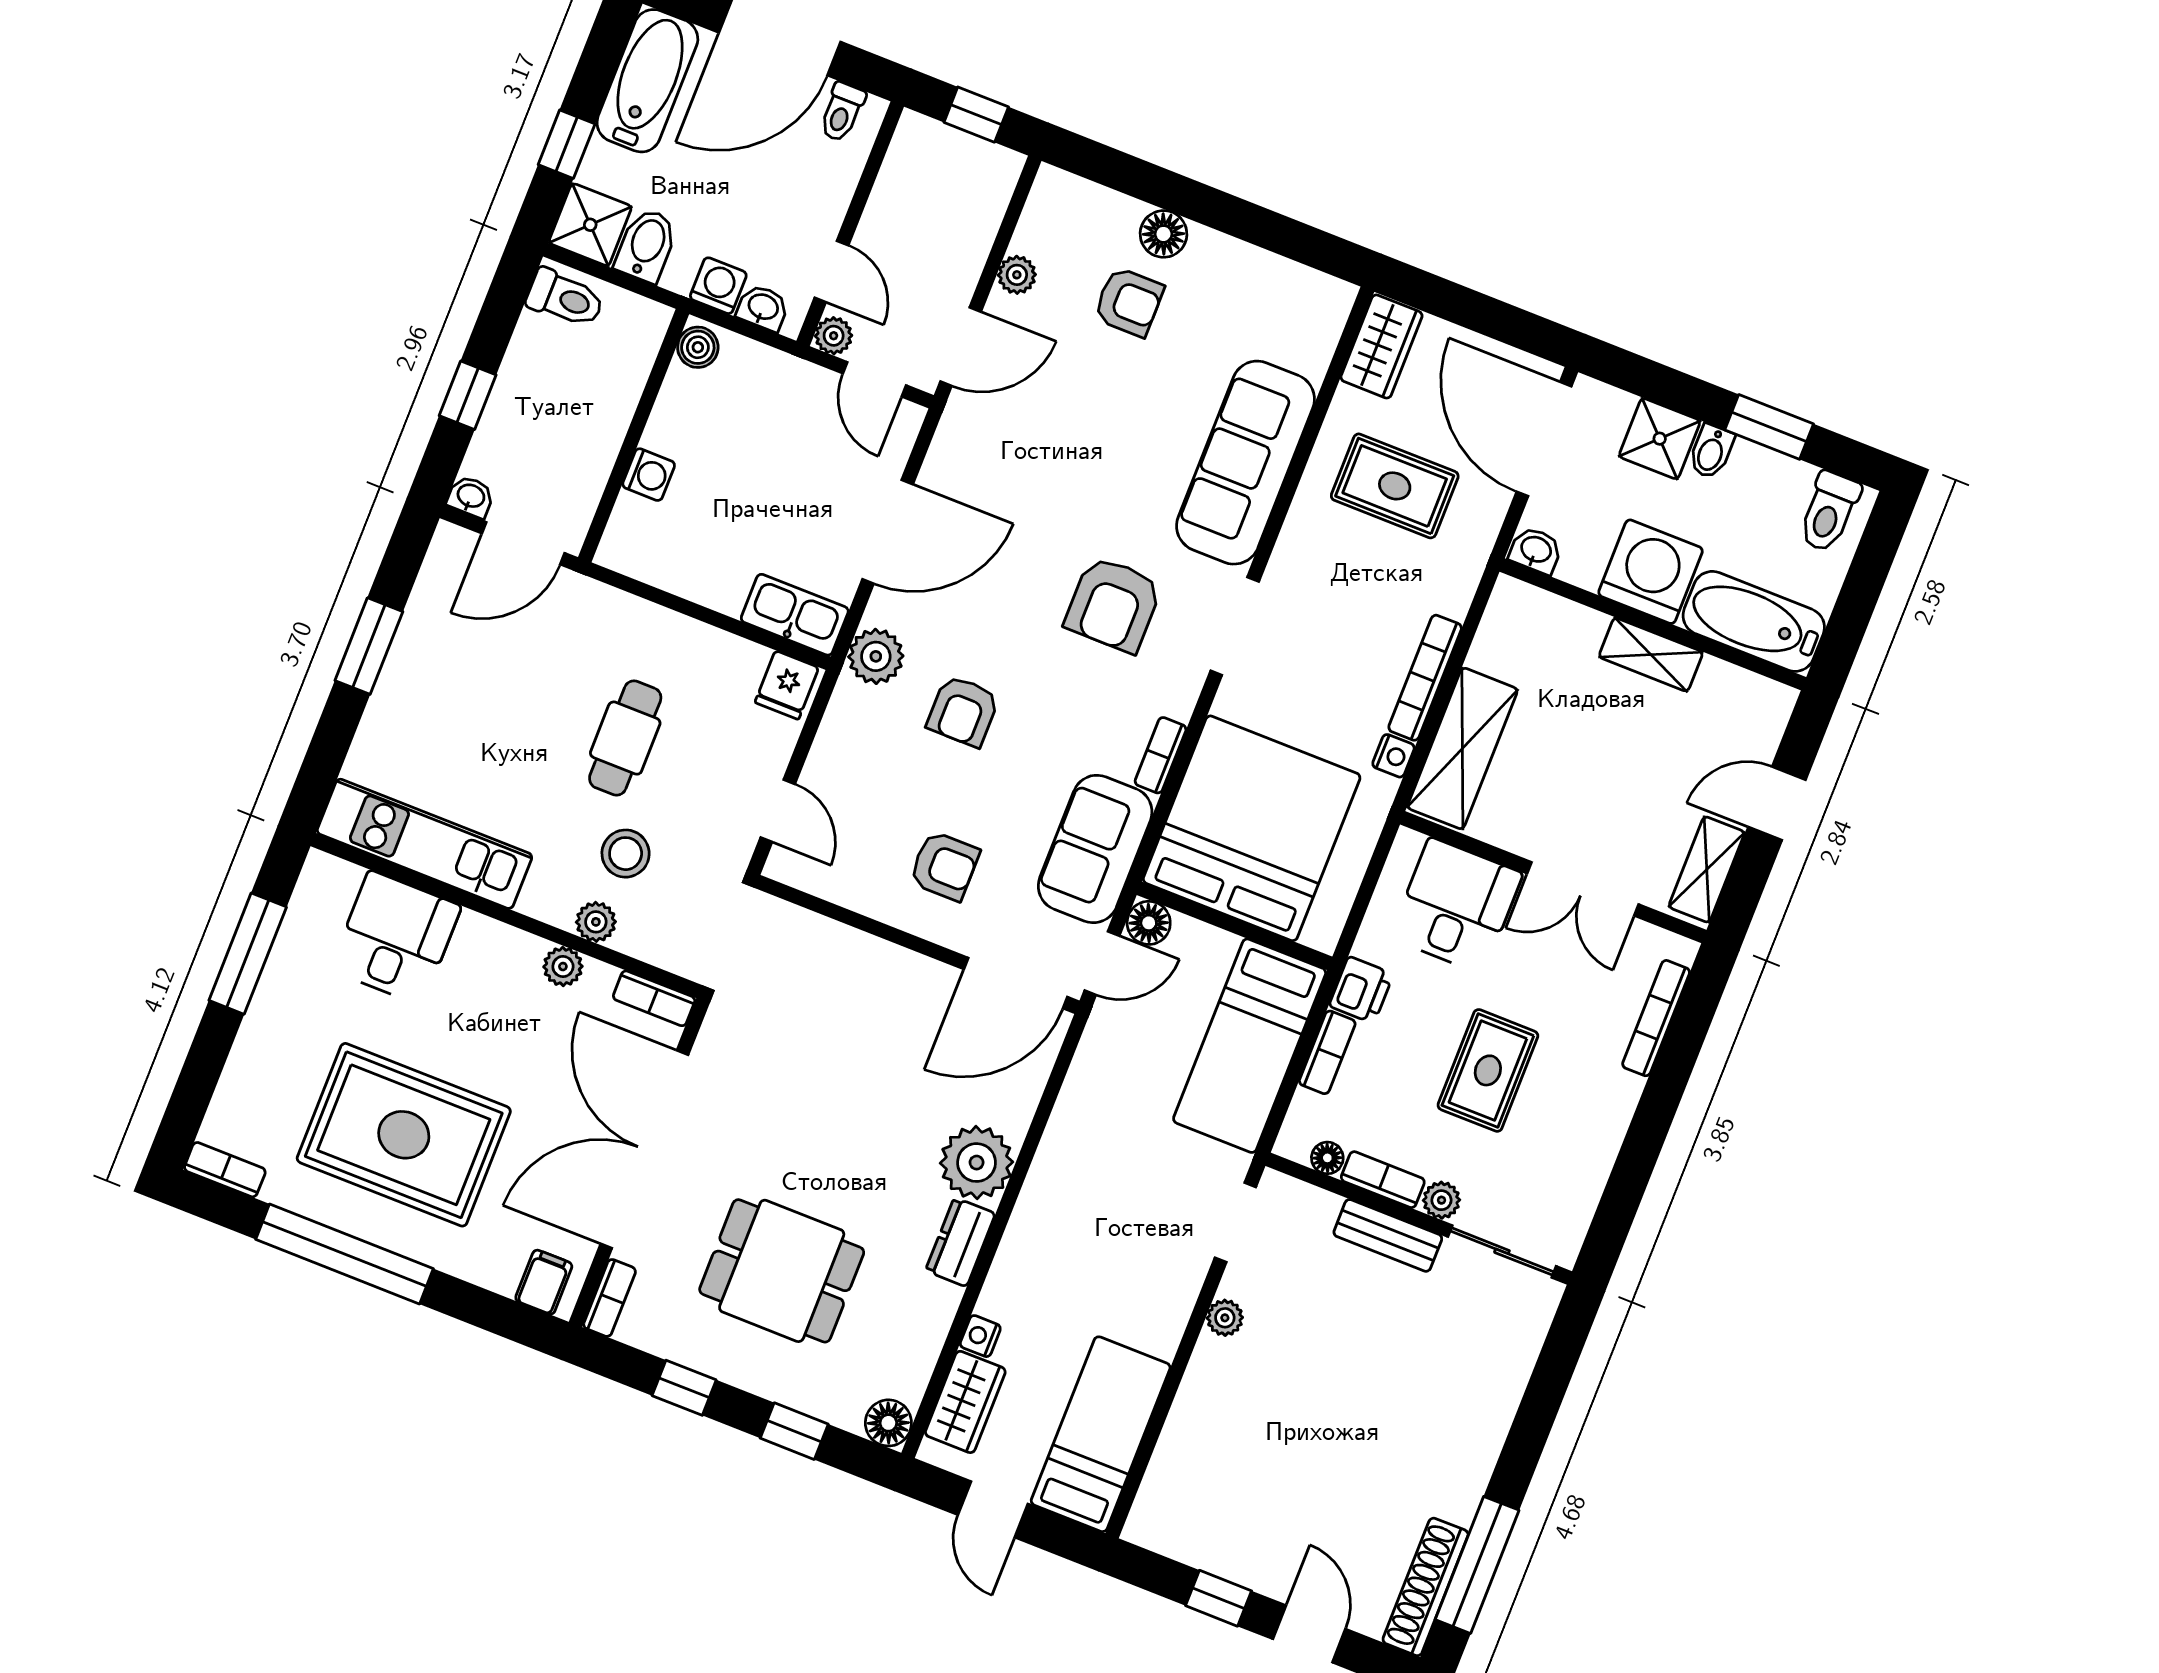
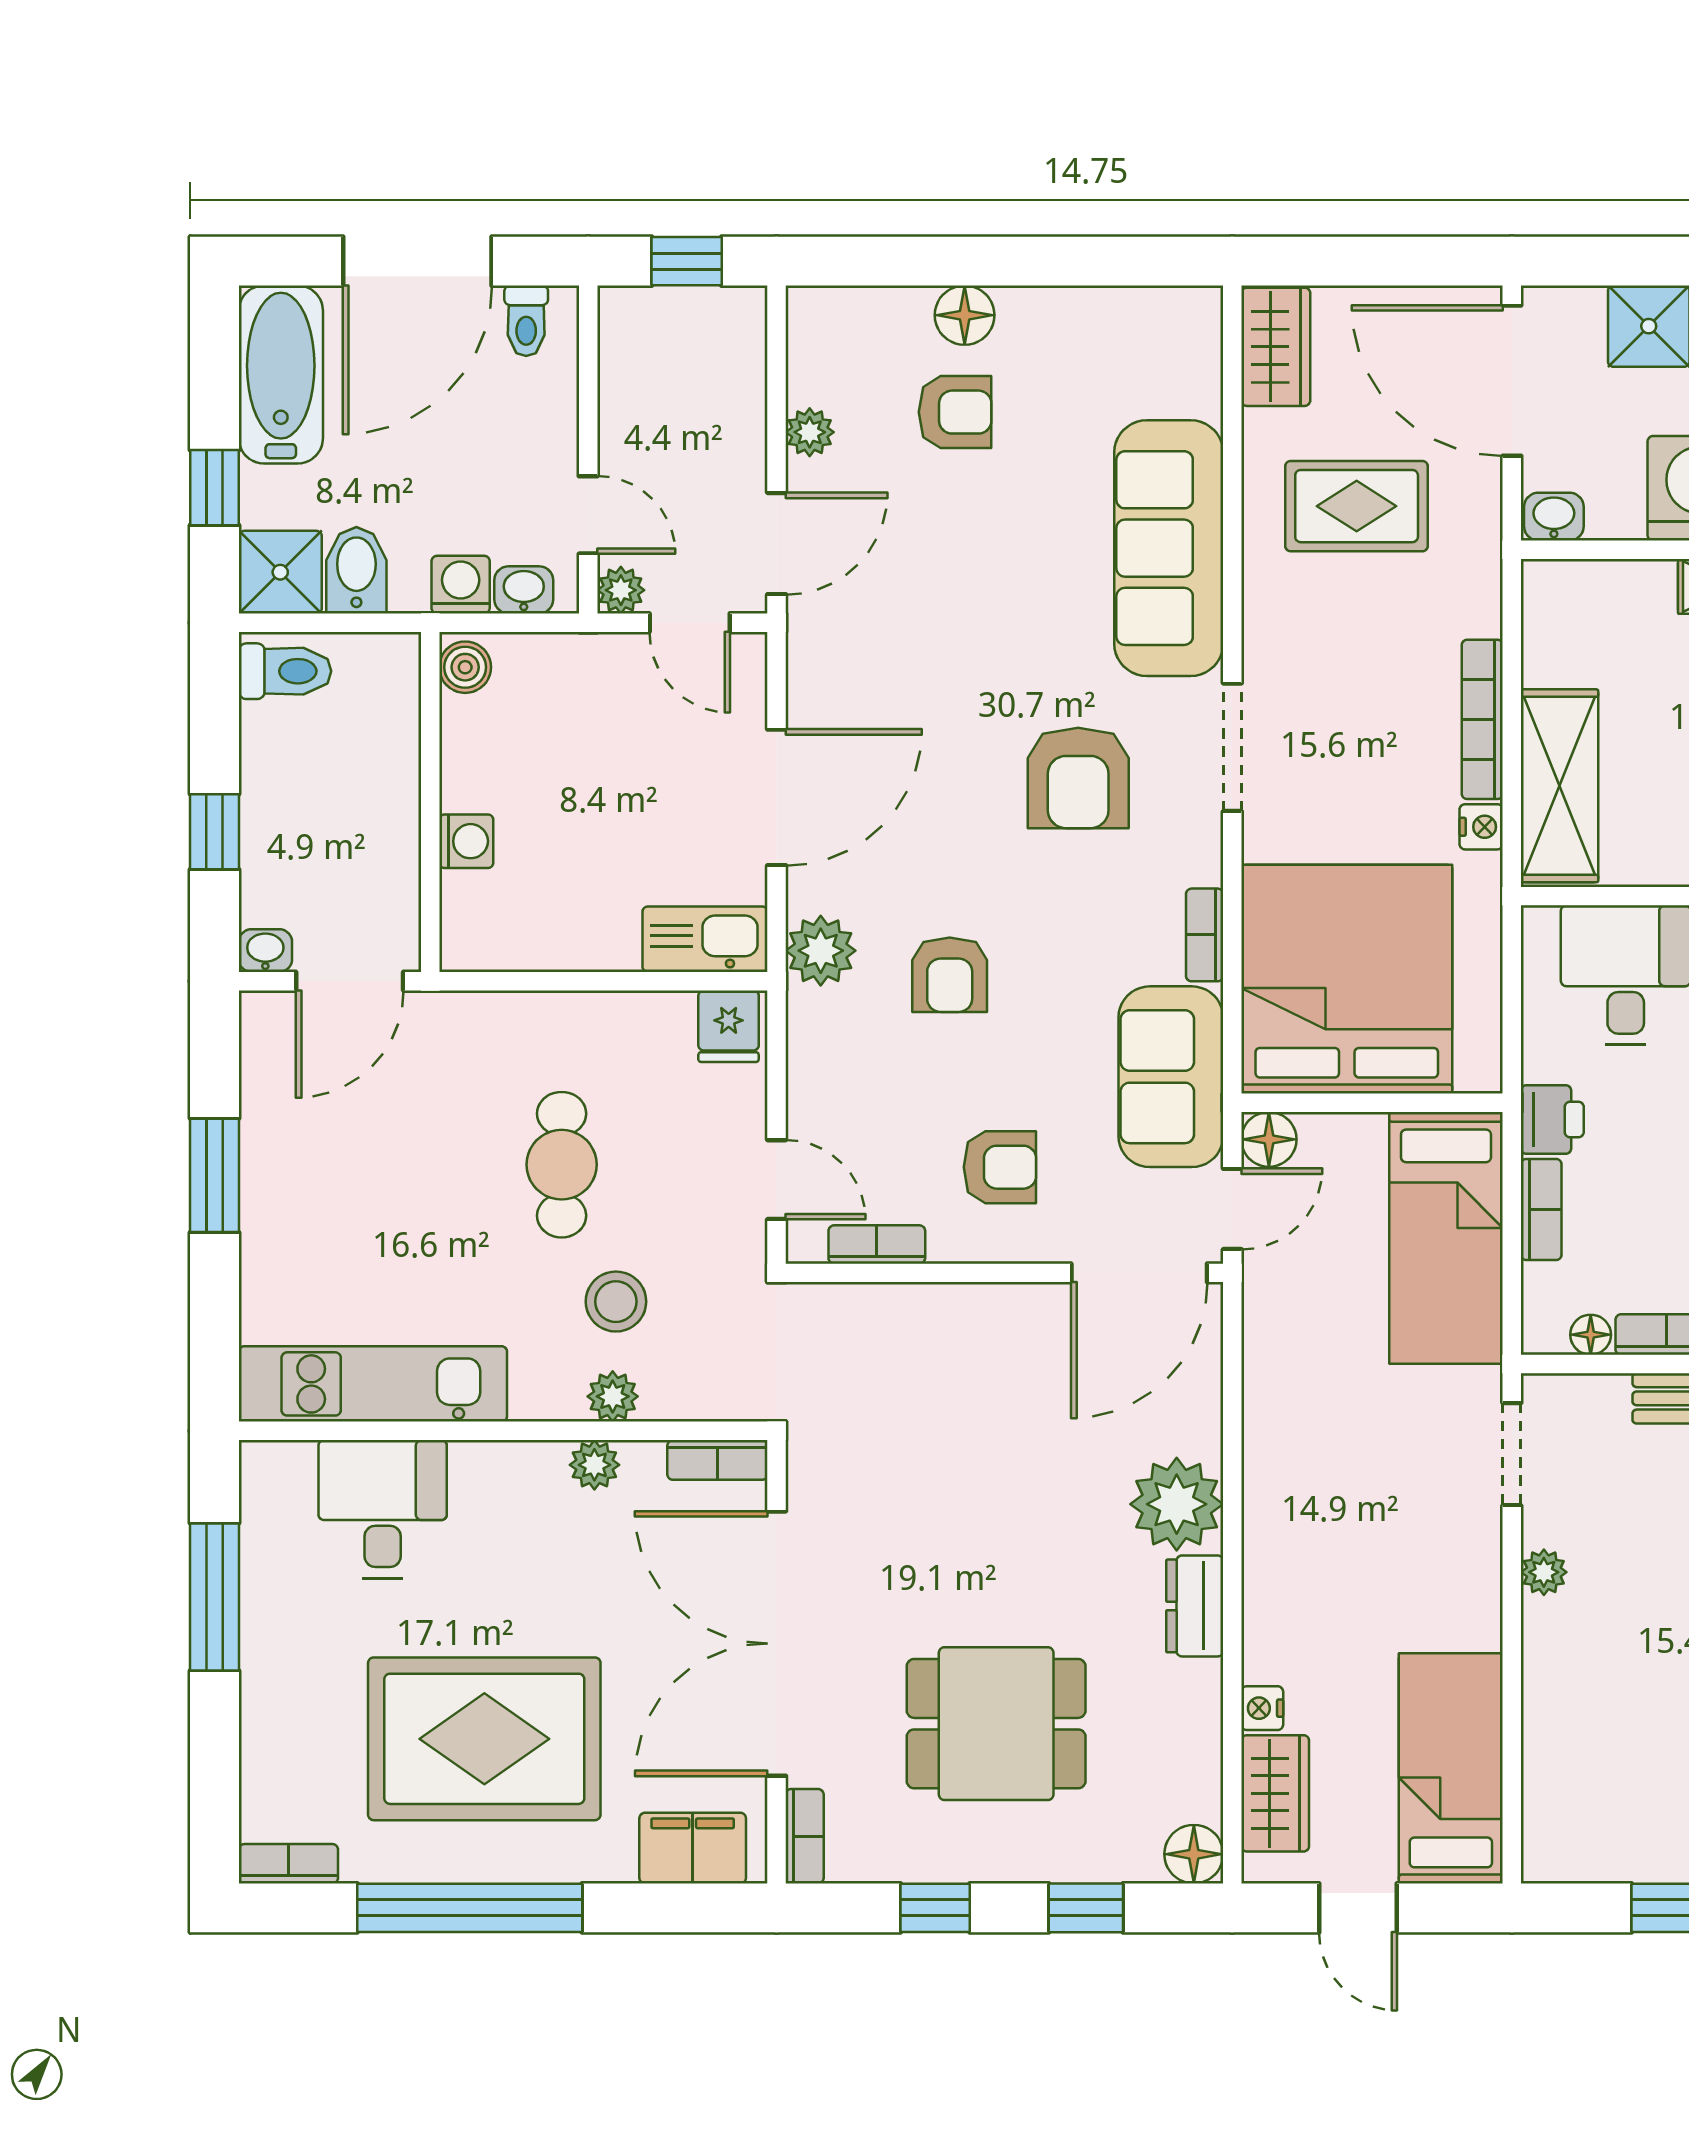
bookcase: (832, 887) -> (877, 1244), added
filing cabinet: (544, 1282) -> (693, 1848), width x2.00

